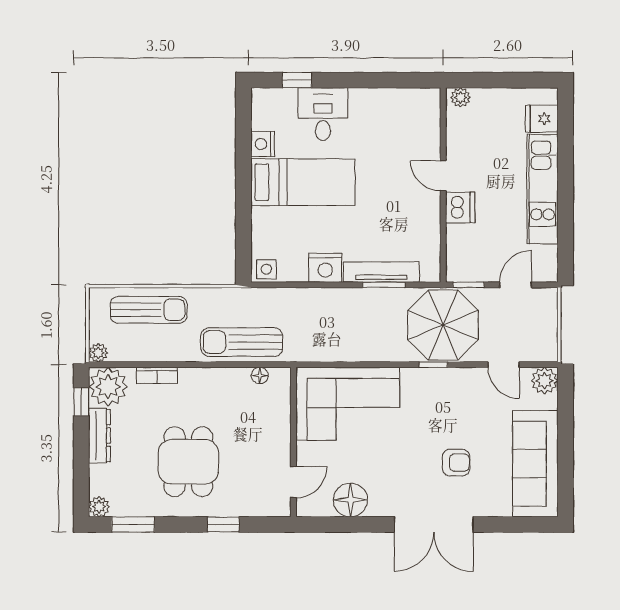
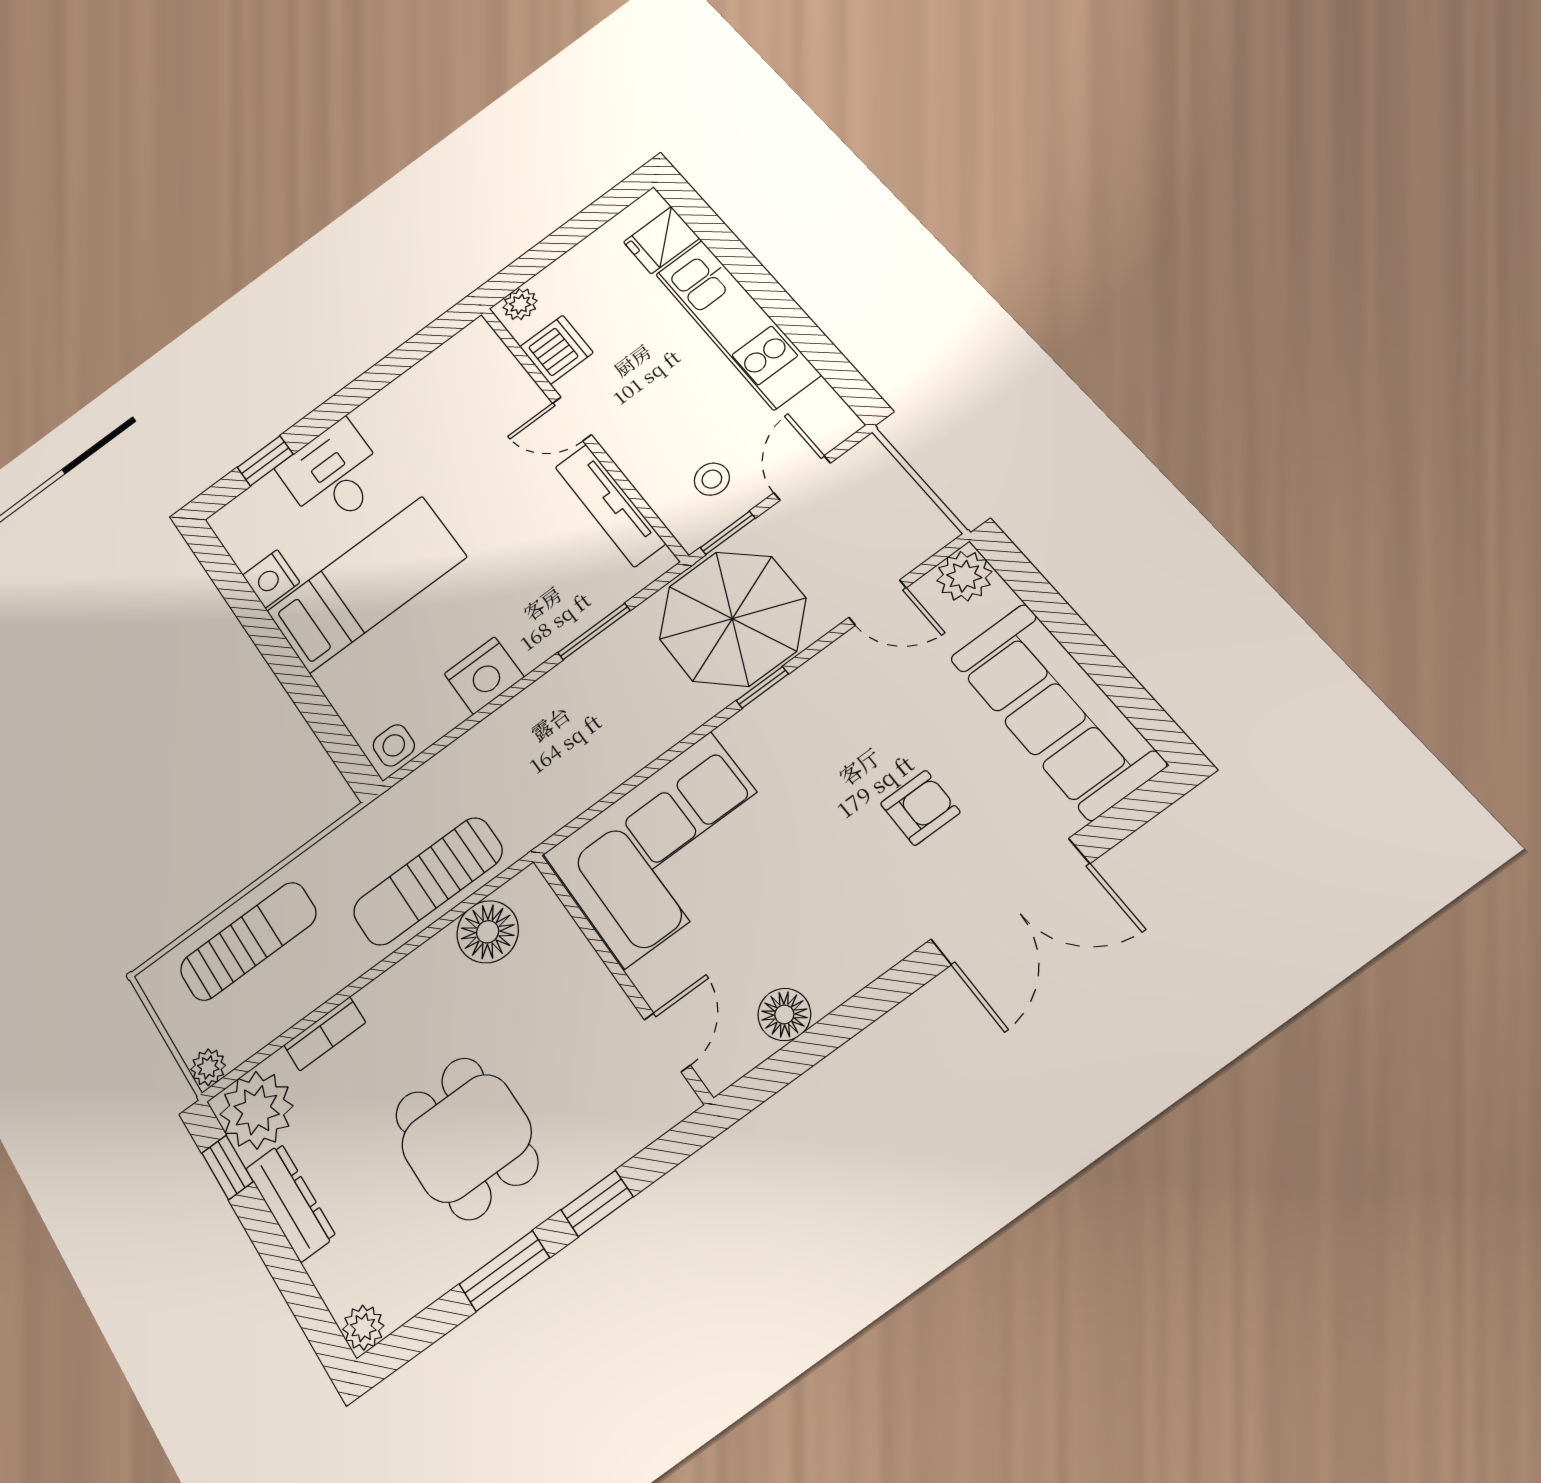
dishwasher: (460, 208) -> (556, 350), moved
stool: (480, 255) -> (712, 479), added
tv unit: (381, 272) -> (610, 505), moved, turned -90
floor lamp: (260, 376) -> (488, 932), width x1.89, depth x1.89
floor lamp: (350, 500) -> (784, 1014), width x0.73, depth x0.73
window: (133, 524) -> (504, 1271), moved
double door: (434, 524) -> (1010, 902), moved

